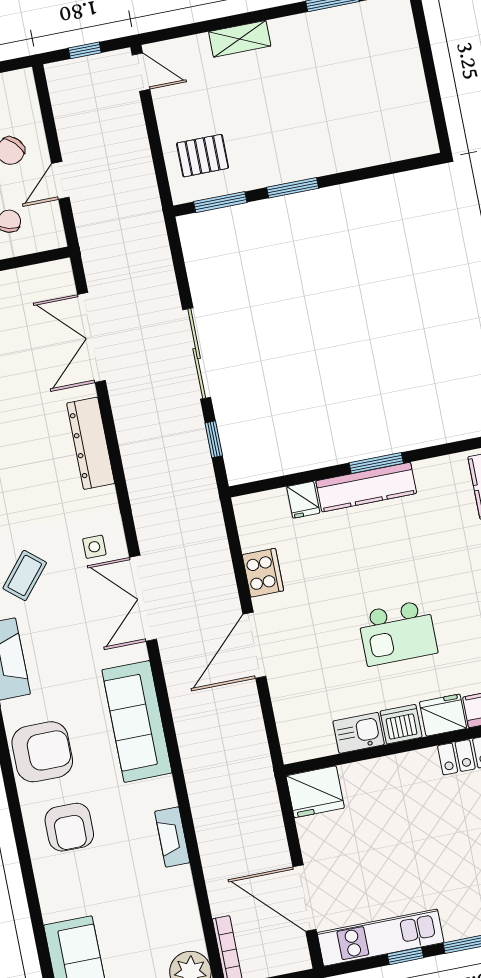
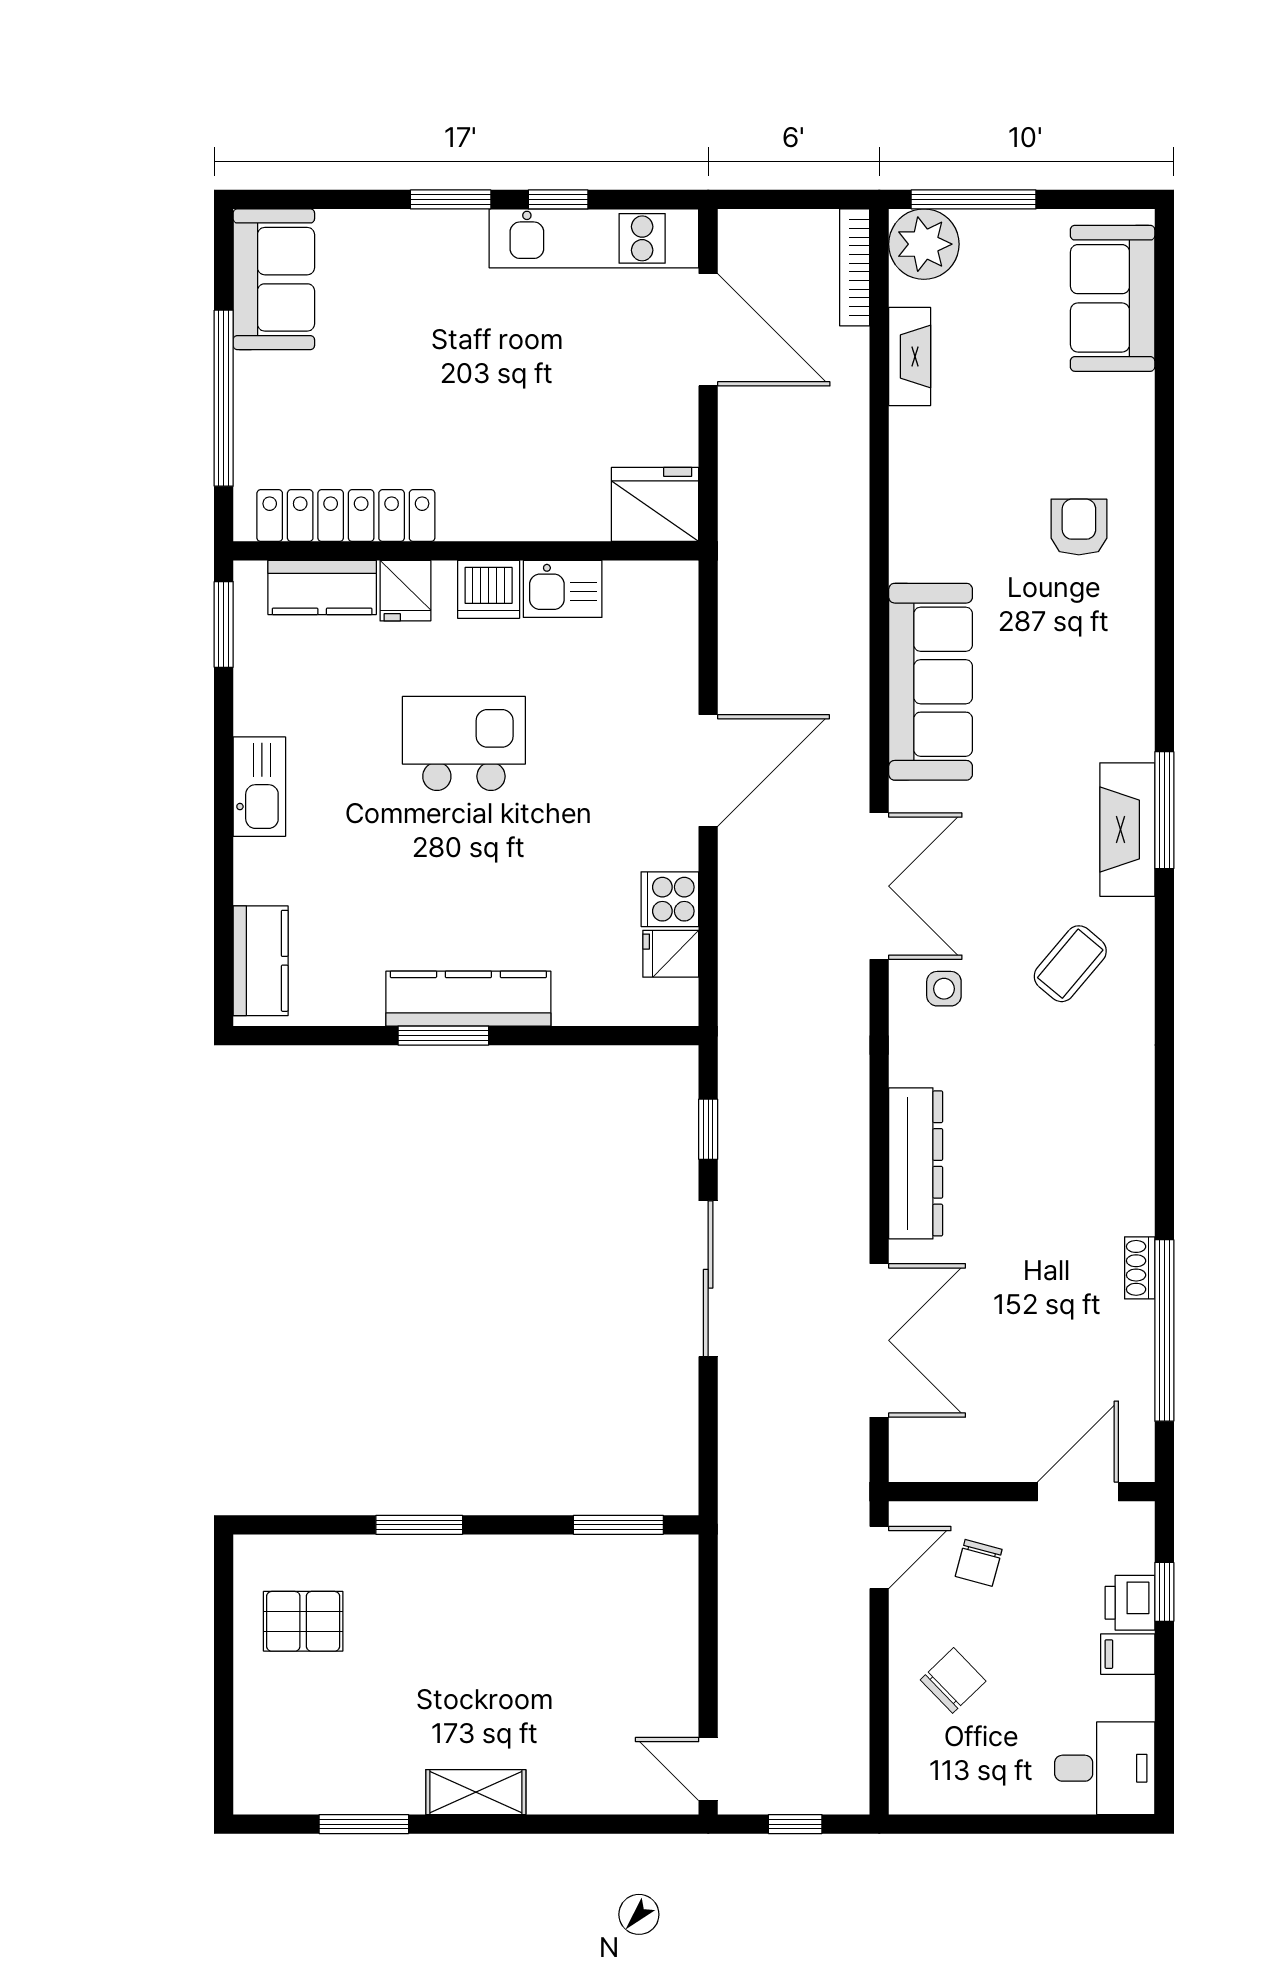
shelving: (240, 39) -> (476, 1792), moved
pallet: (203, 156) -> (303, 1621), moved
door: (60, 180) -> (879, 1558), moved
window: (293, 188) -> (419, 1525), moved
fridge: (303, 500) -> (671, 954), moved, turned -90
cooker: (263, 573) -> (670, 899), width x0.73
fridge: (443, 715) -> (405, 591), width x0.72
armchair: (42, 752) -> (1099, 662), removed
armchair: (69, 827) -> (1079, 527), width x0.72, depth x0.72
fireplace: (172, 837) -> (910, 356), moved

